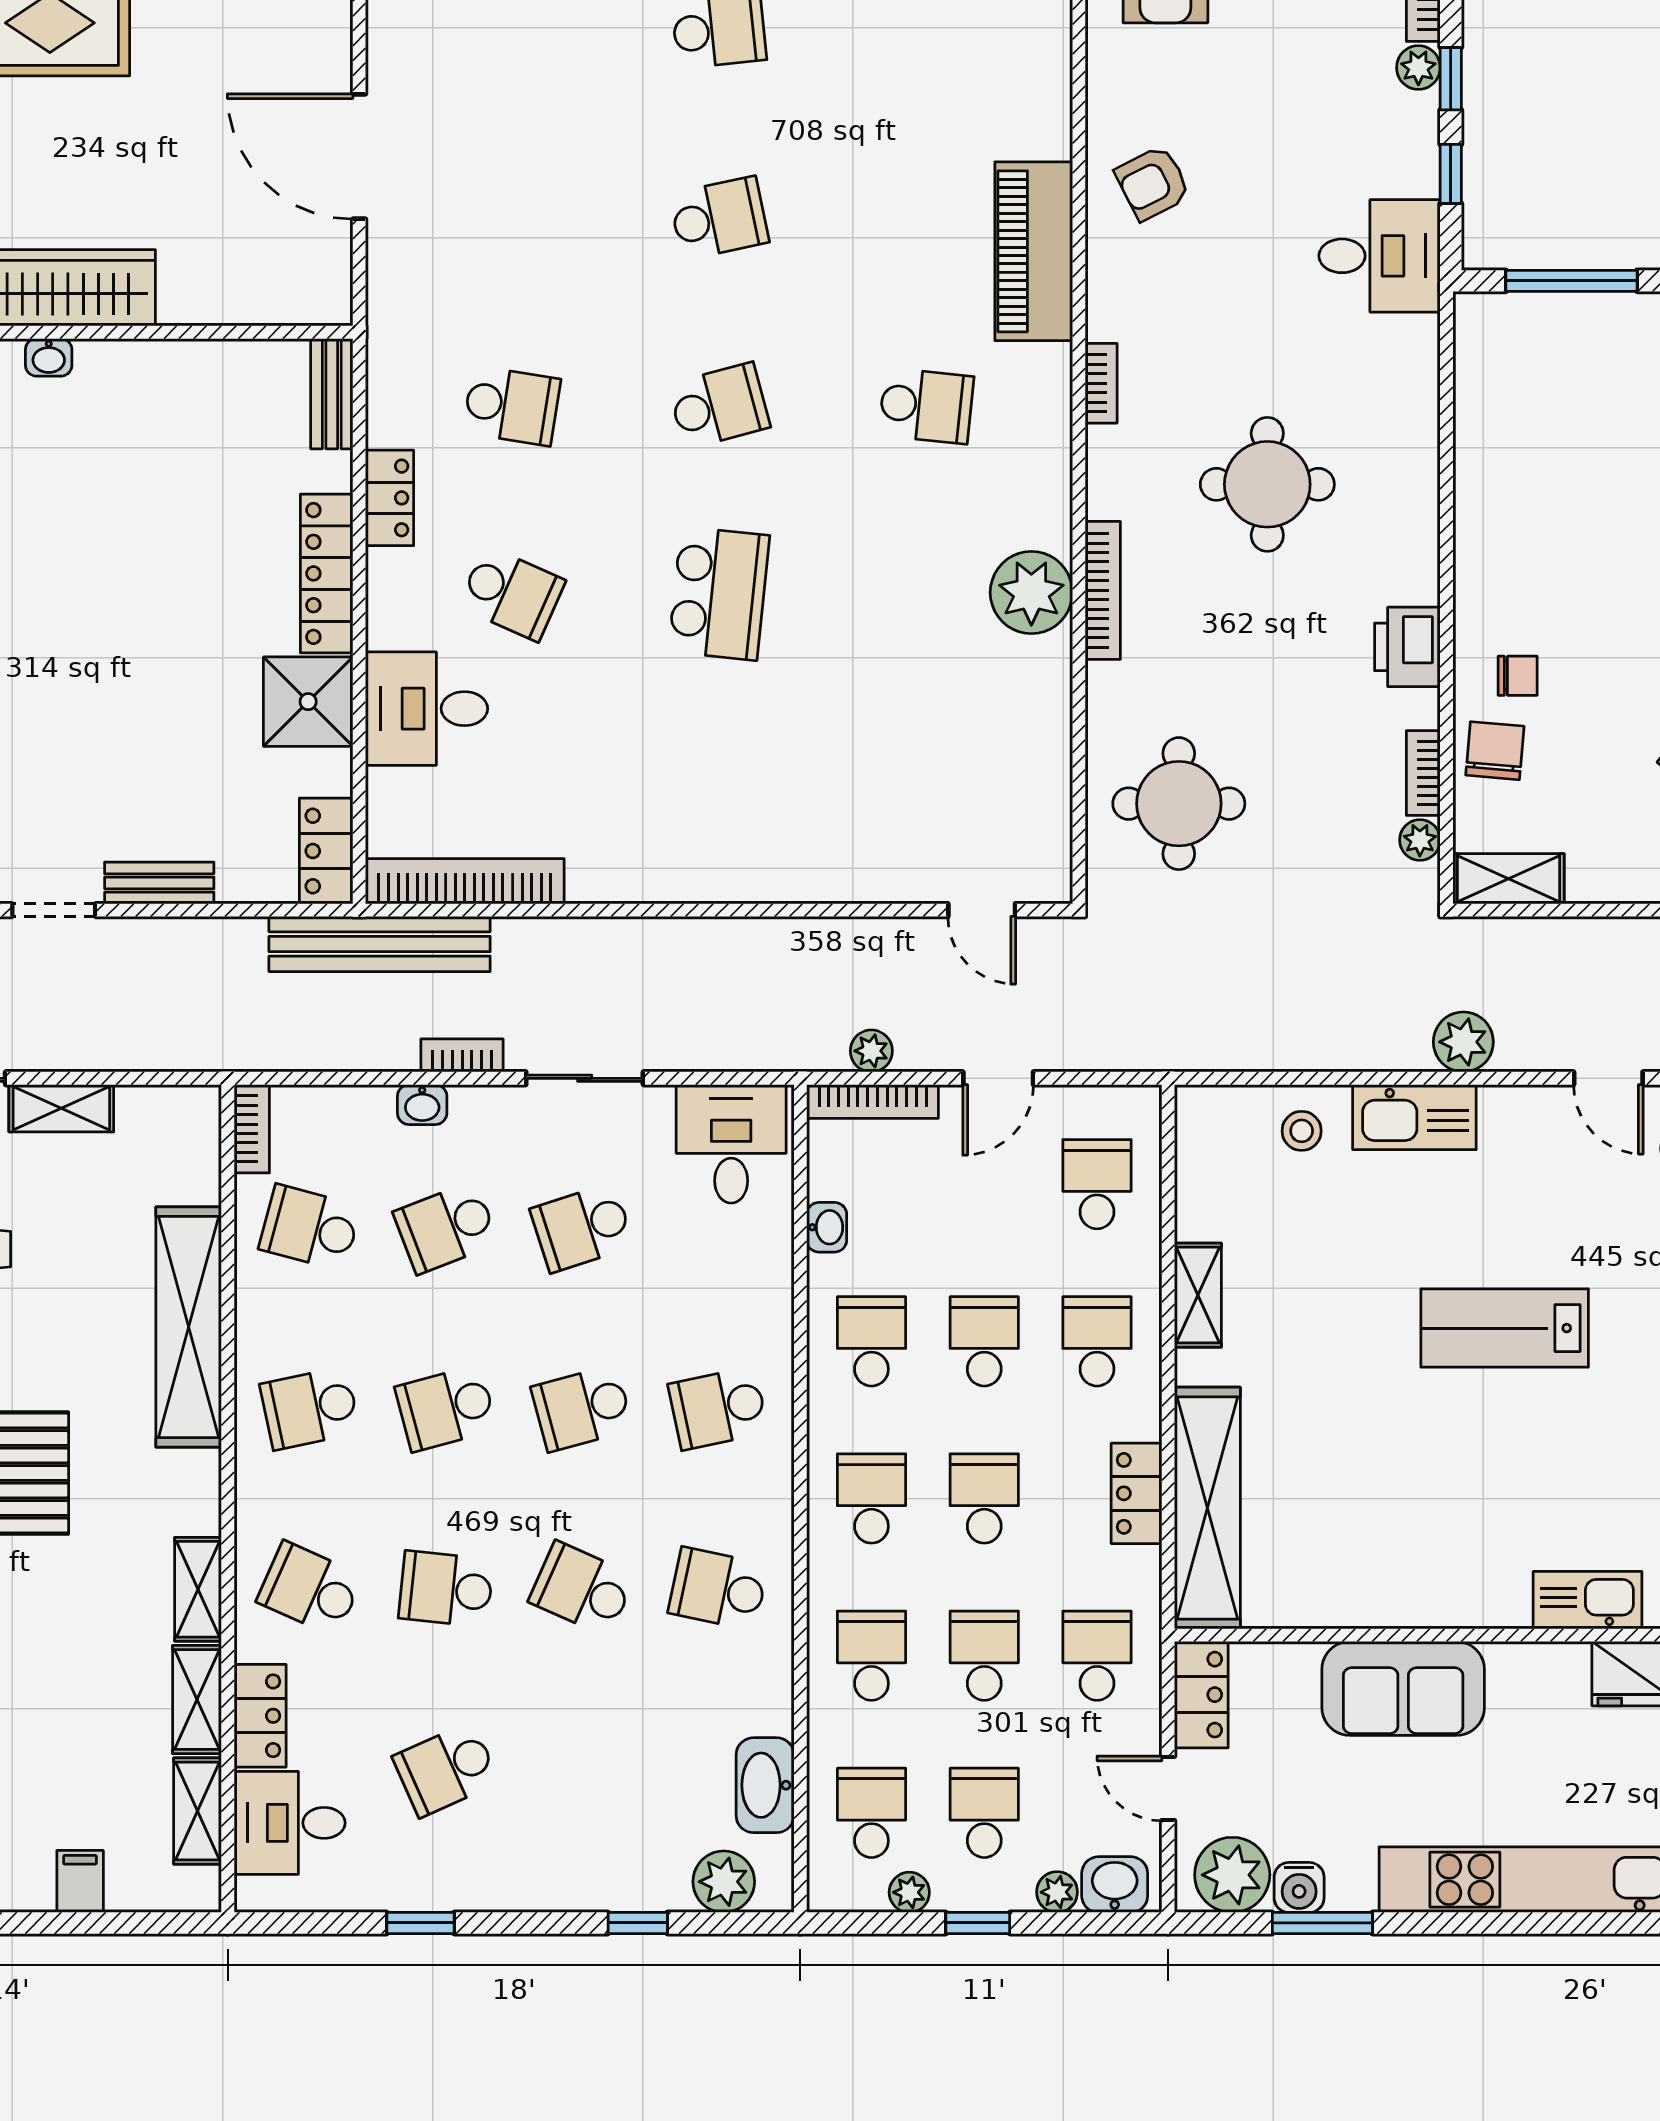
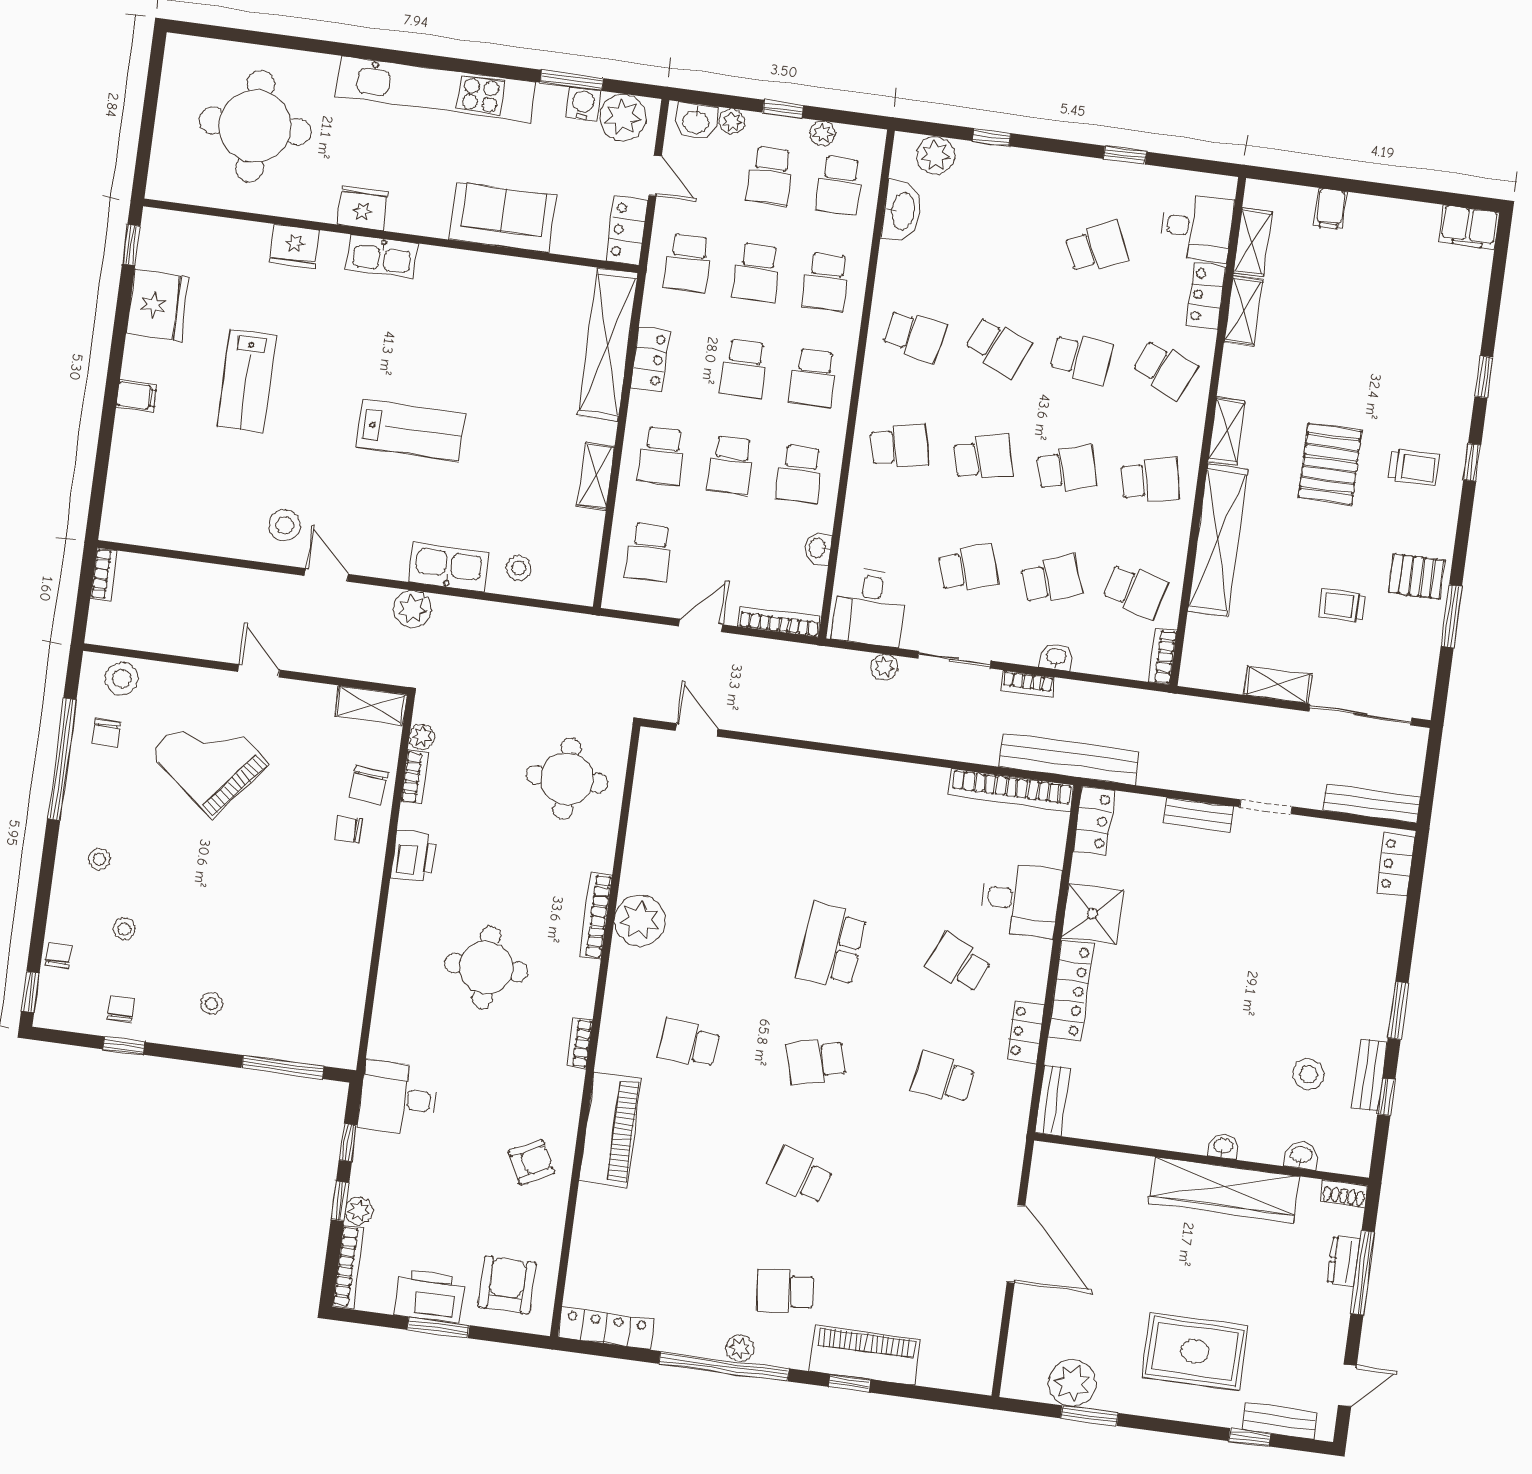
school desk: (719, 218) -> (800, 1176), turned 30
plant: (871, 1051) -> (884, 667), moved
shelving: (198, 1589) -> (1227, 431), moved

